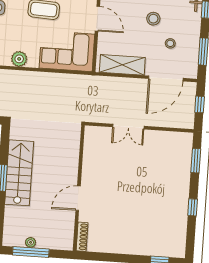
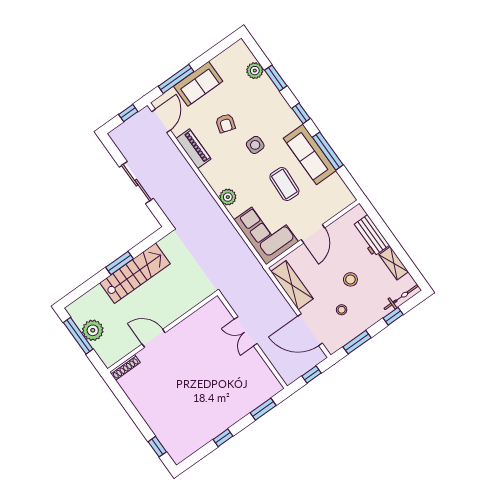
plant: (31, 242) -> (93, 330), width x1.88, depth x1.88

